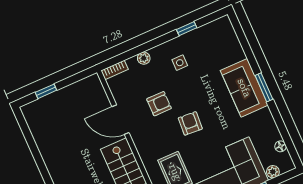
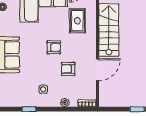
door: (121, 120) -> (97, 70), hinge flipped
armchair: (190, 123) -> (54, 47), turned -94

